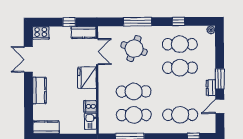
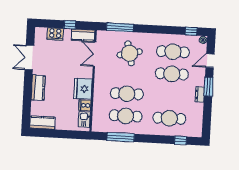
window: (178, 21) -> (191, 31), moved
window: (137, 22) -> (120, 27), moved
cooker: (41, 33) -> (55, 34), moved
round table: (134, 49) -> (130, 53), turned -33
double door: (97, 52) -> (95, 54), swing flipped
fridge: (87, 78) -> (83, 89), moved
door: (220, 106) -> (210, 61), moved

